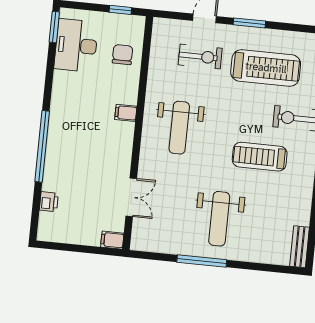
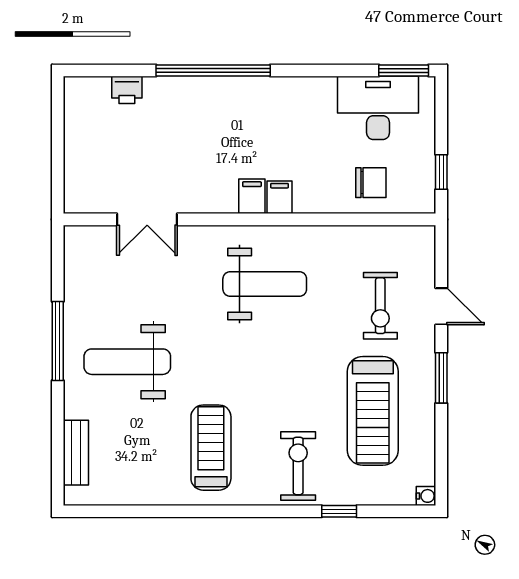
weight bench: (179, 128) -> (265, 284), turned 180
treadmill: (260, 157) -> (211, 448), moved
filing cabinet: (112, 240) -> (252, 196), moved
bench: (300, 247) -> (76, 453), moved, turned 90

